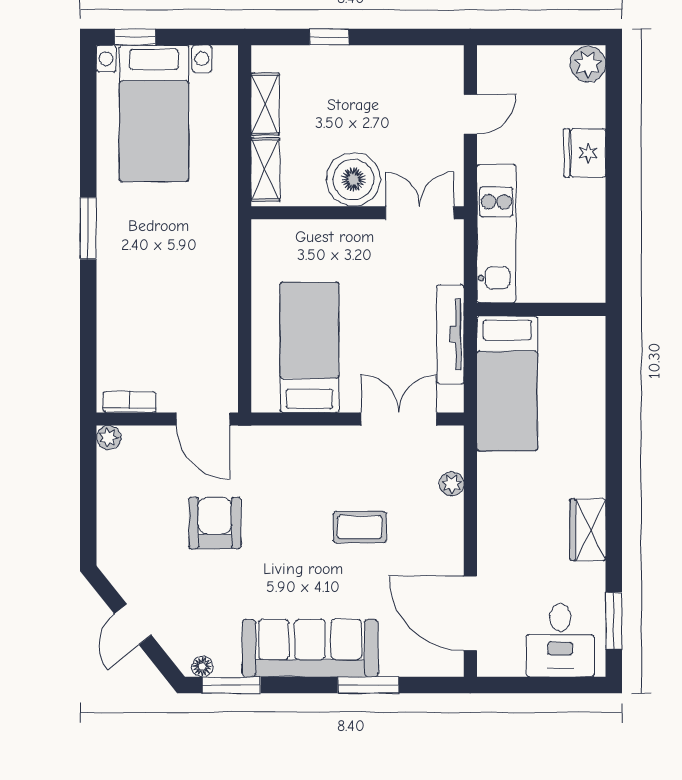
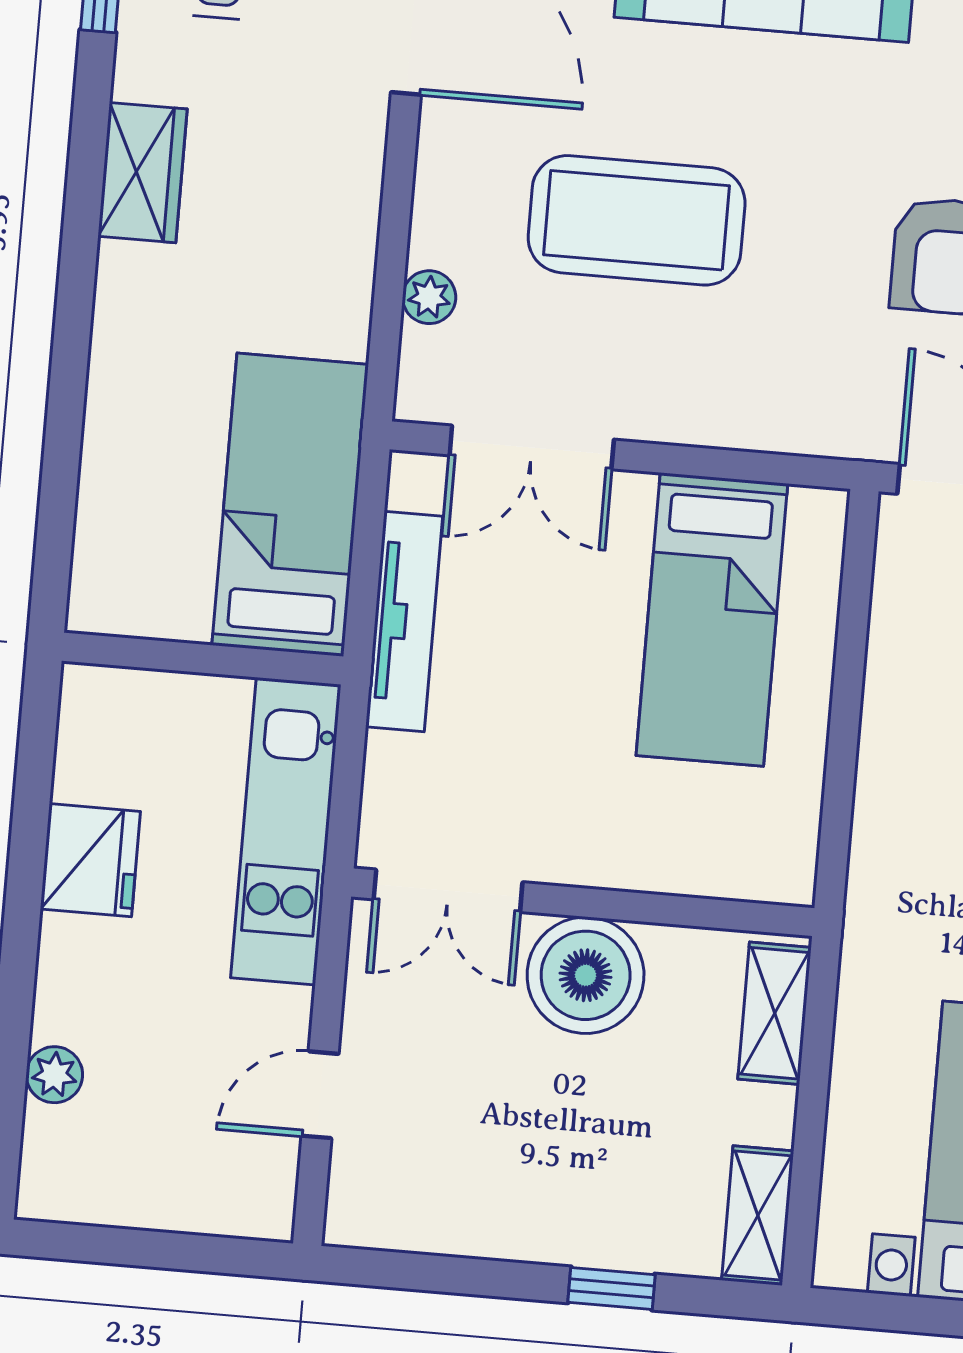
plant: (588, 64) -> (54, 1075), moved, width x0.73, depth x0.73
shelving: (265, 104) -> (758, 1216), moved
fridge: (585, 153) -> (90, 860), moved
coffee table: (360, 527) -> (637, 220), width x1.86, depth x1.72

